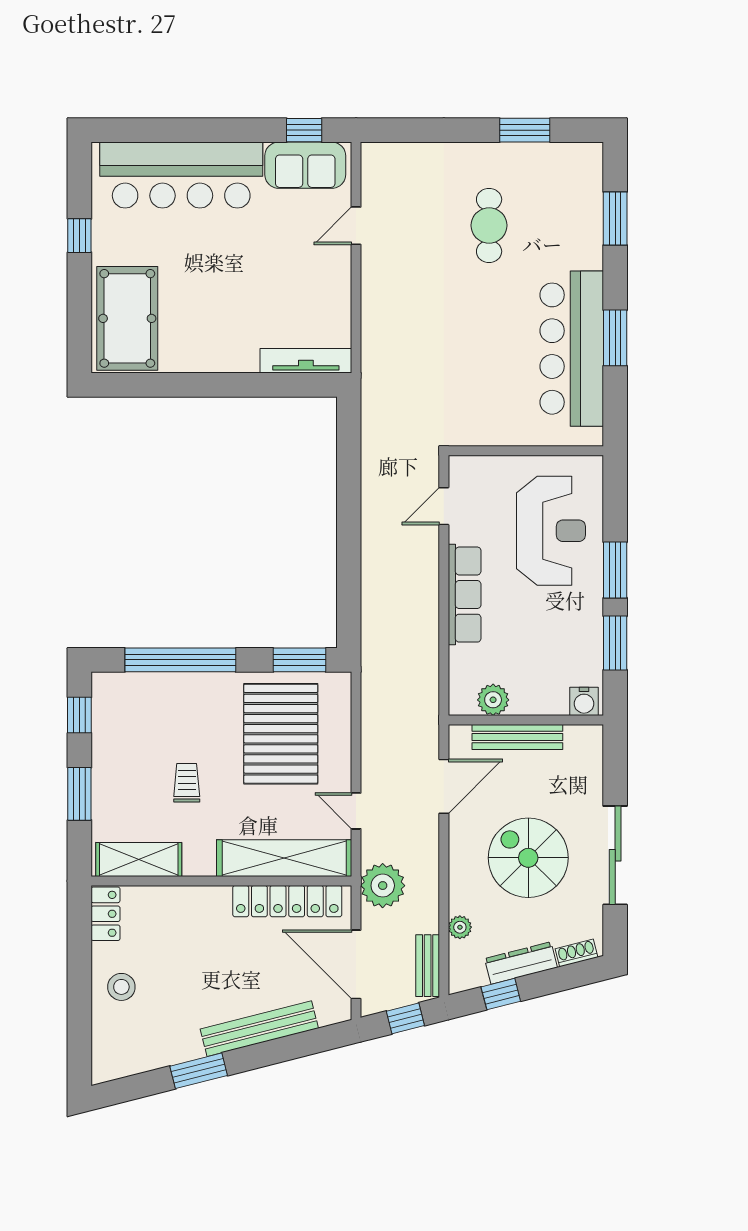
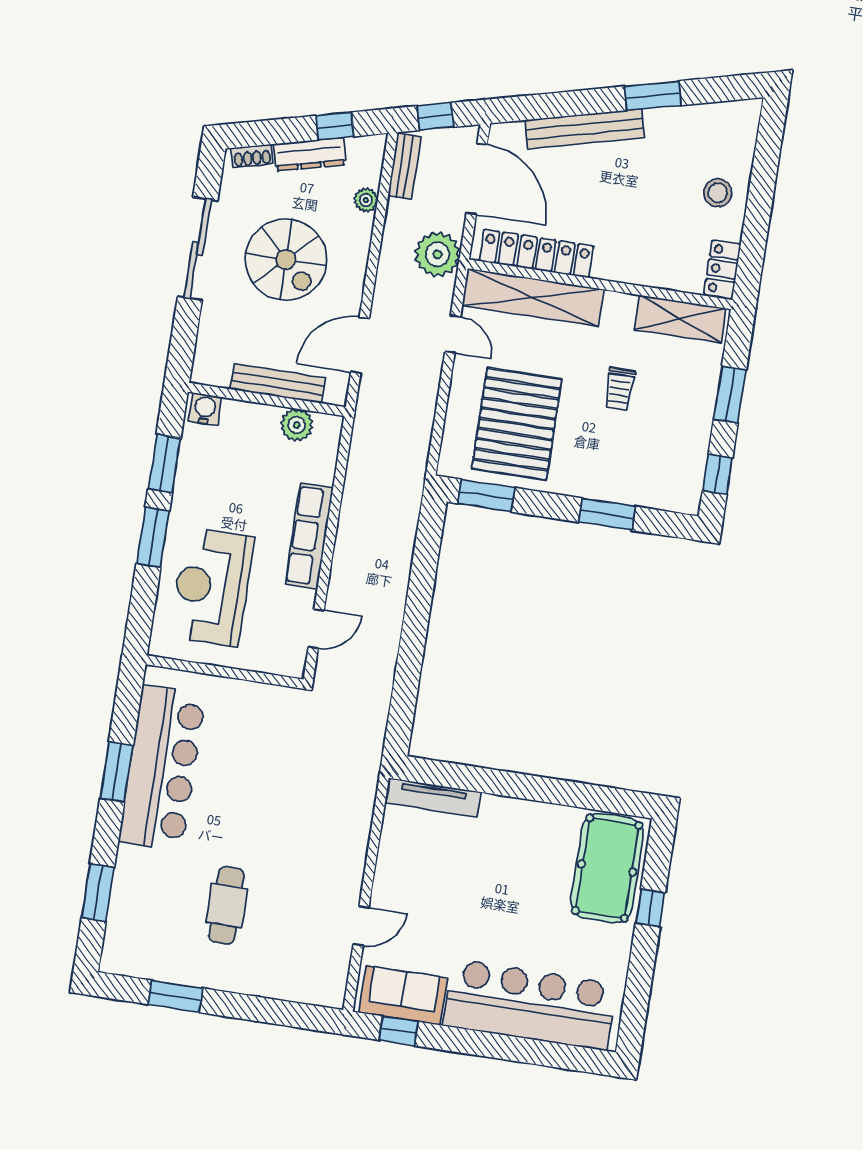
window: (79, 236) -> (650, 908), moved
window: (180, 660) -> (607, 514), width x0.47

